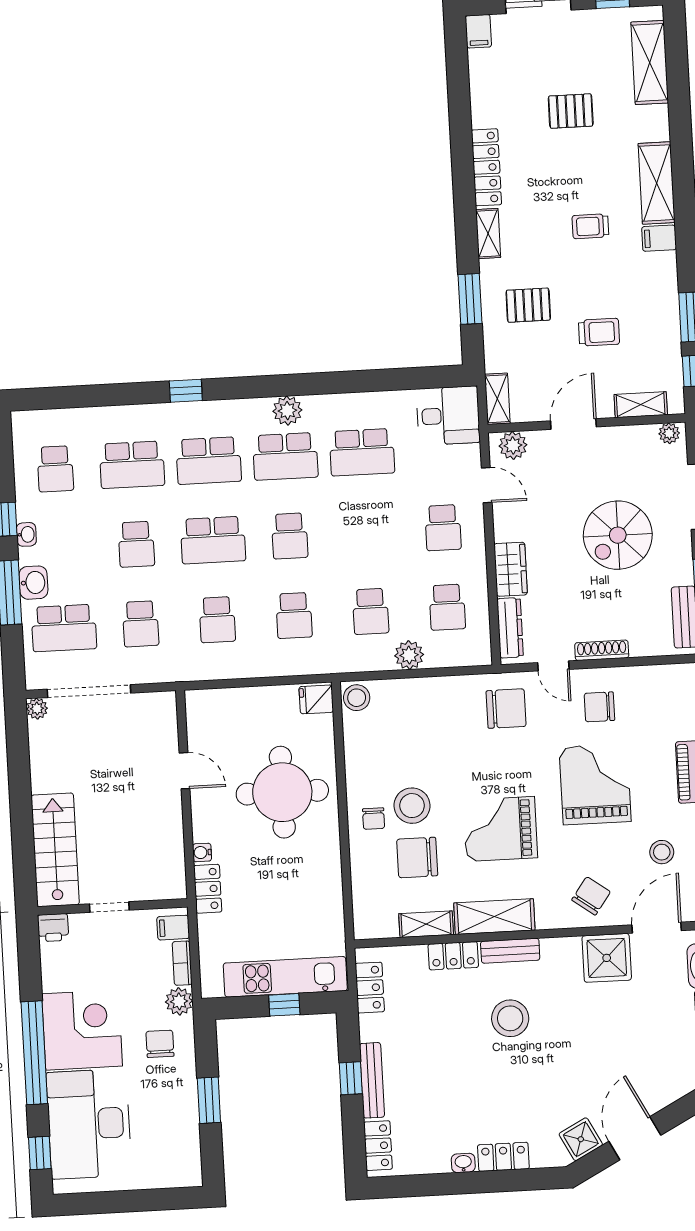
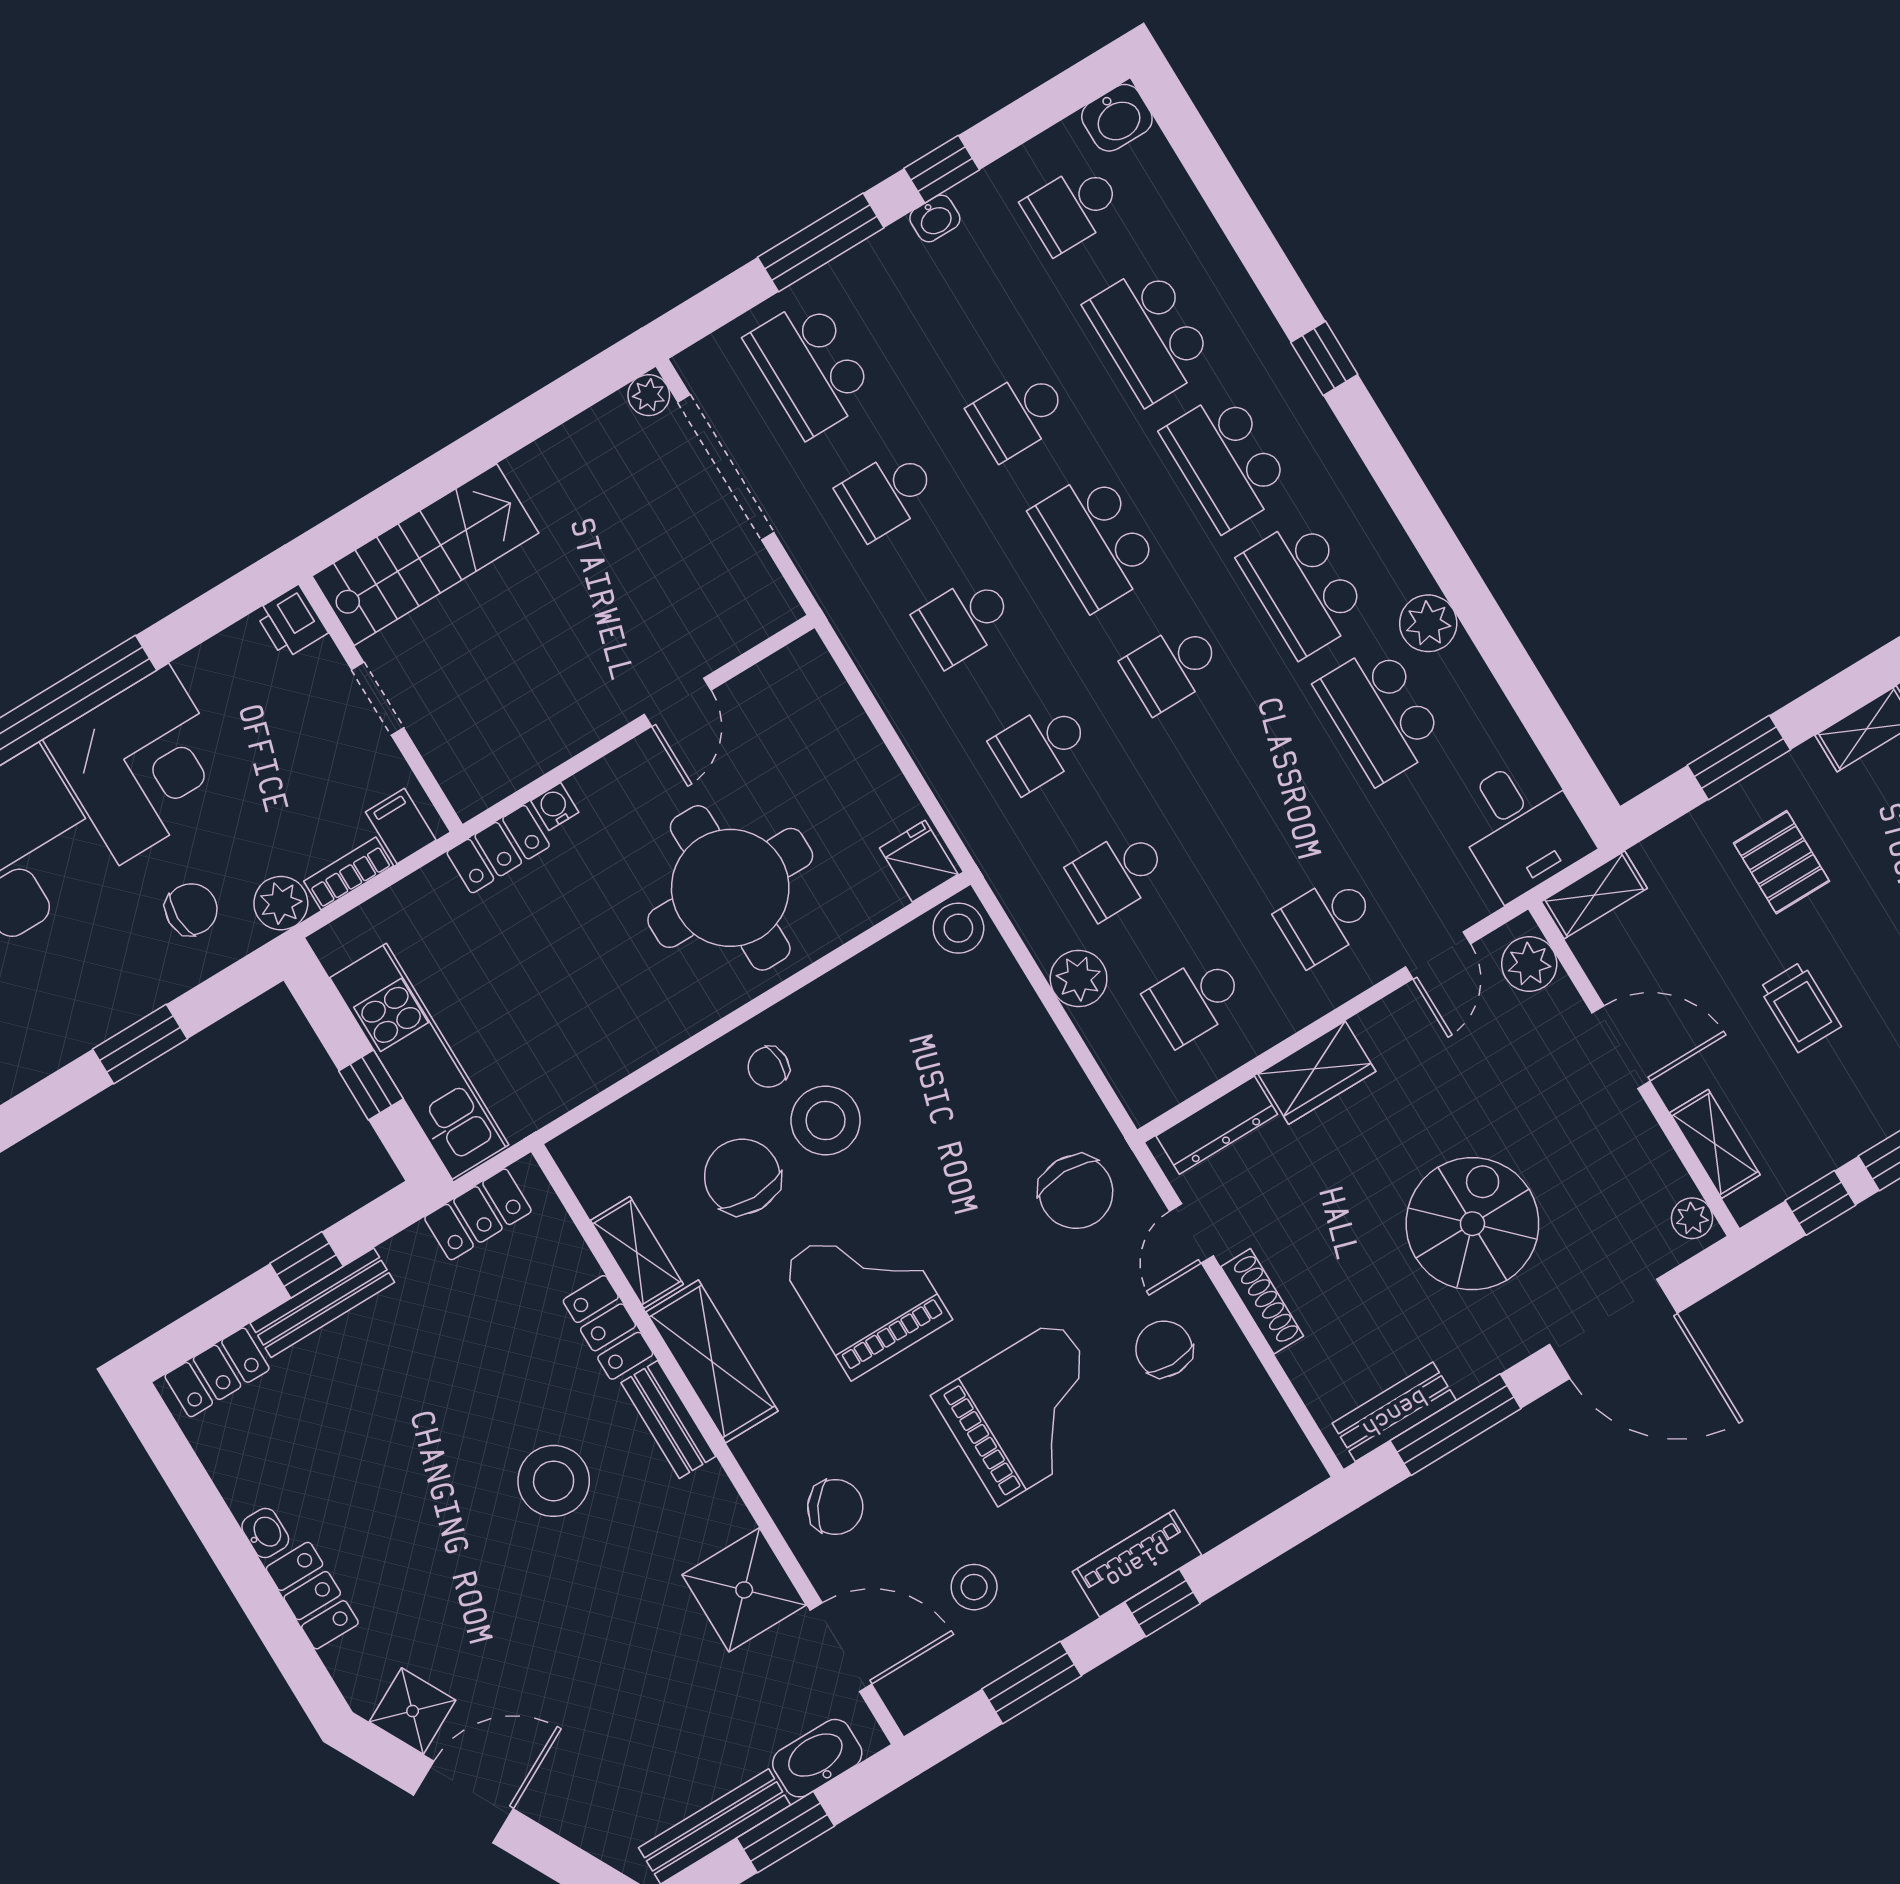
plant: (287, 411) -> (1428, 623), moved
spiral stairs: (618, 535) -> (1472, 1224), turned 90
washbasin: (33, 583) -> (1117, 118), moved

